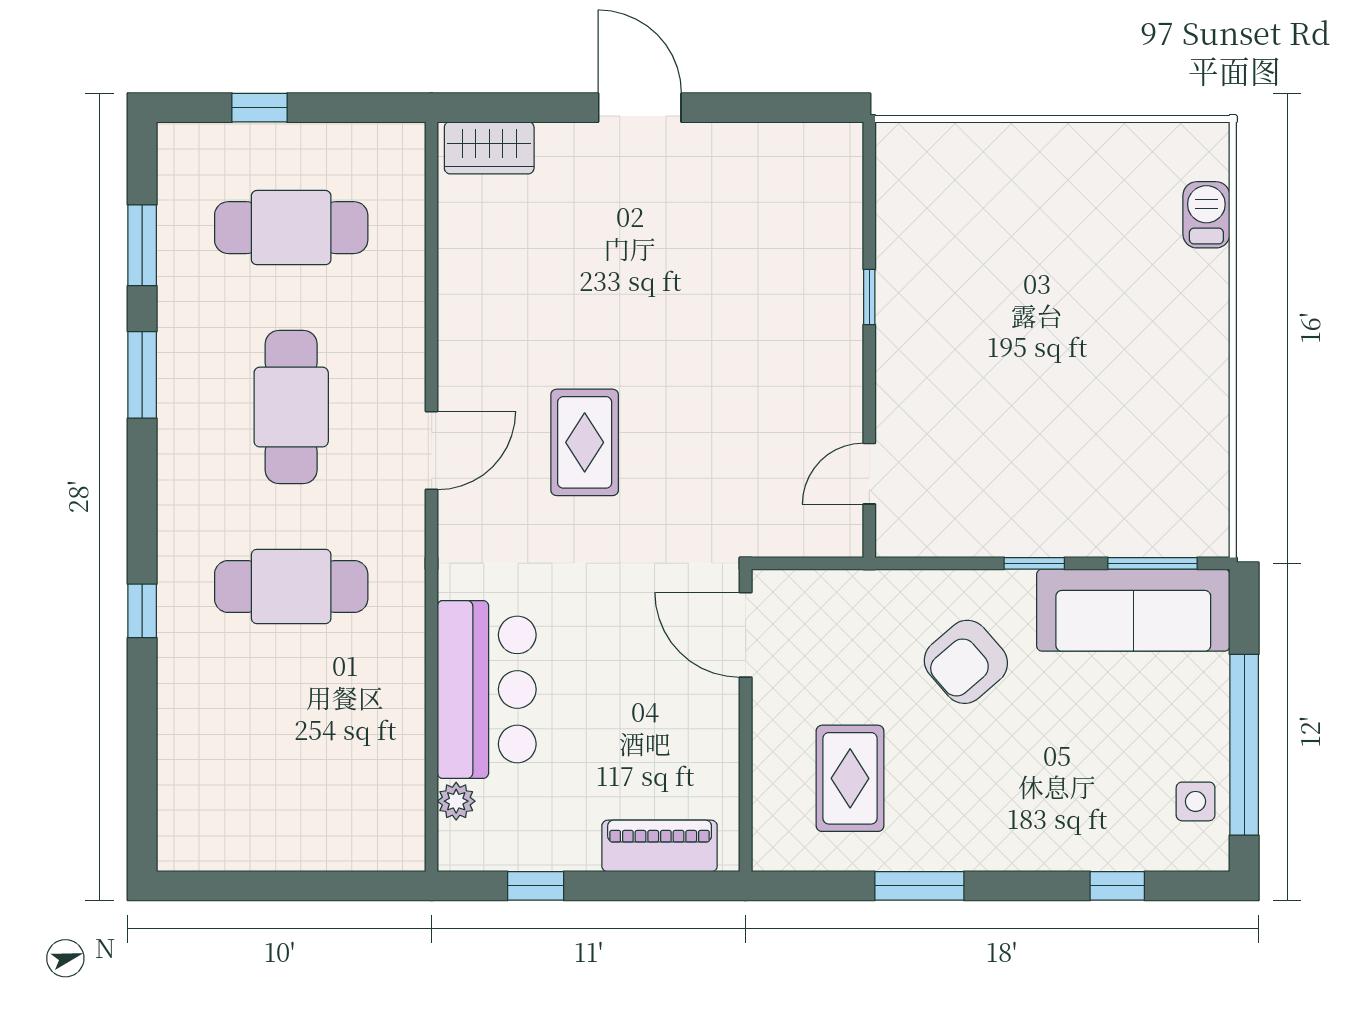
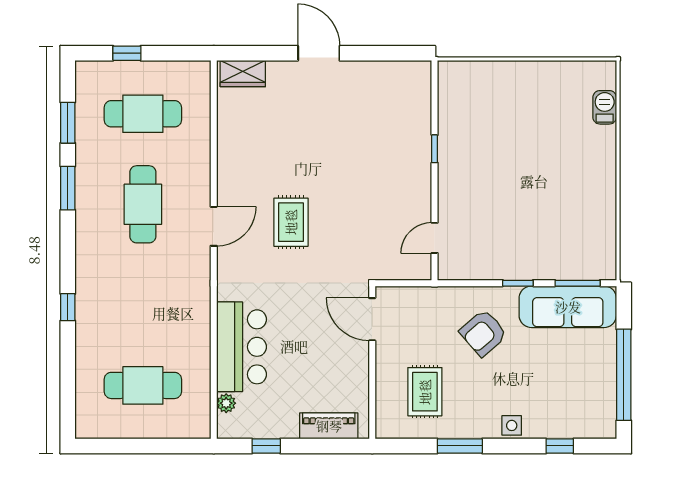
cafe table: (291, 586) -> (143, 385), moved
side table: (1196, 801) -> (512, 425), moved

